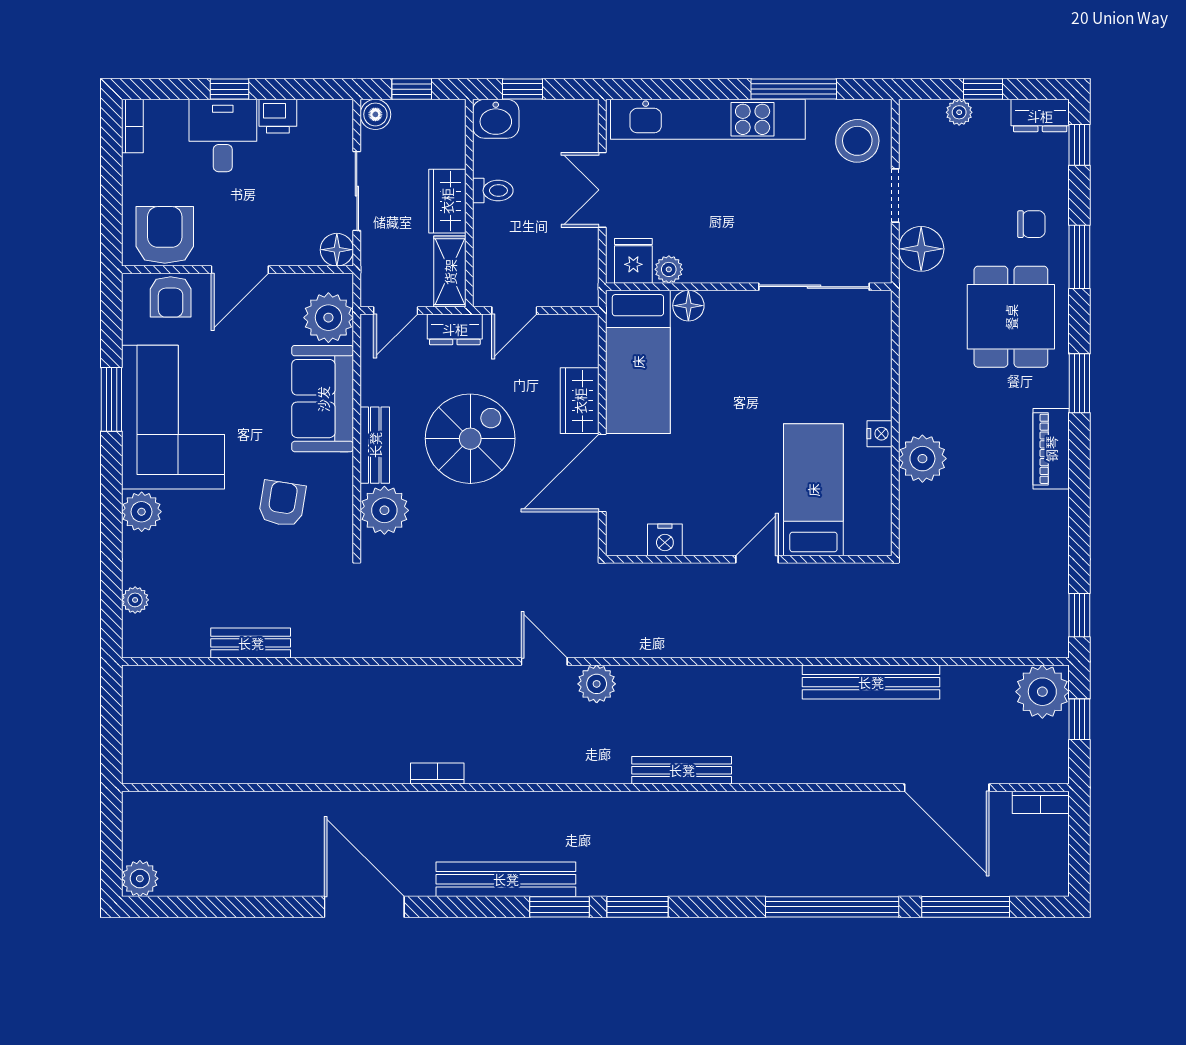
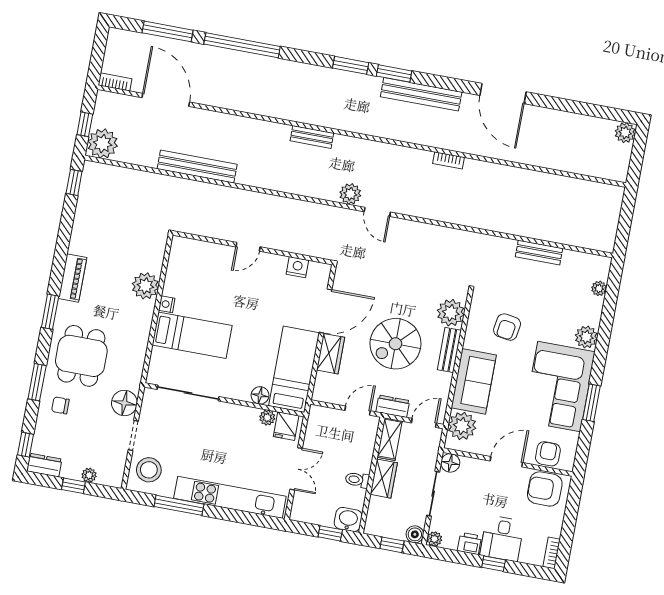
plant: (340, 113) -> (434, 539), added
armchair: (165, 235) -> (545, 489), turned 90
bed: (813, 490) -> (192, 335), moved, turned -90
bench: (682, 770) -> (312, 137), width x0.73

